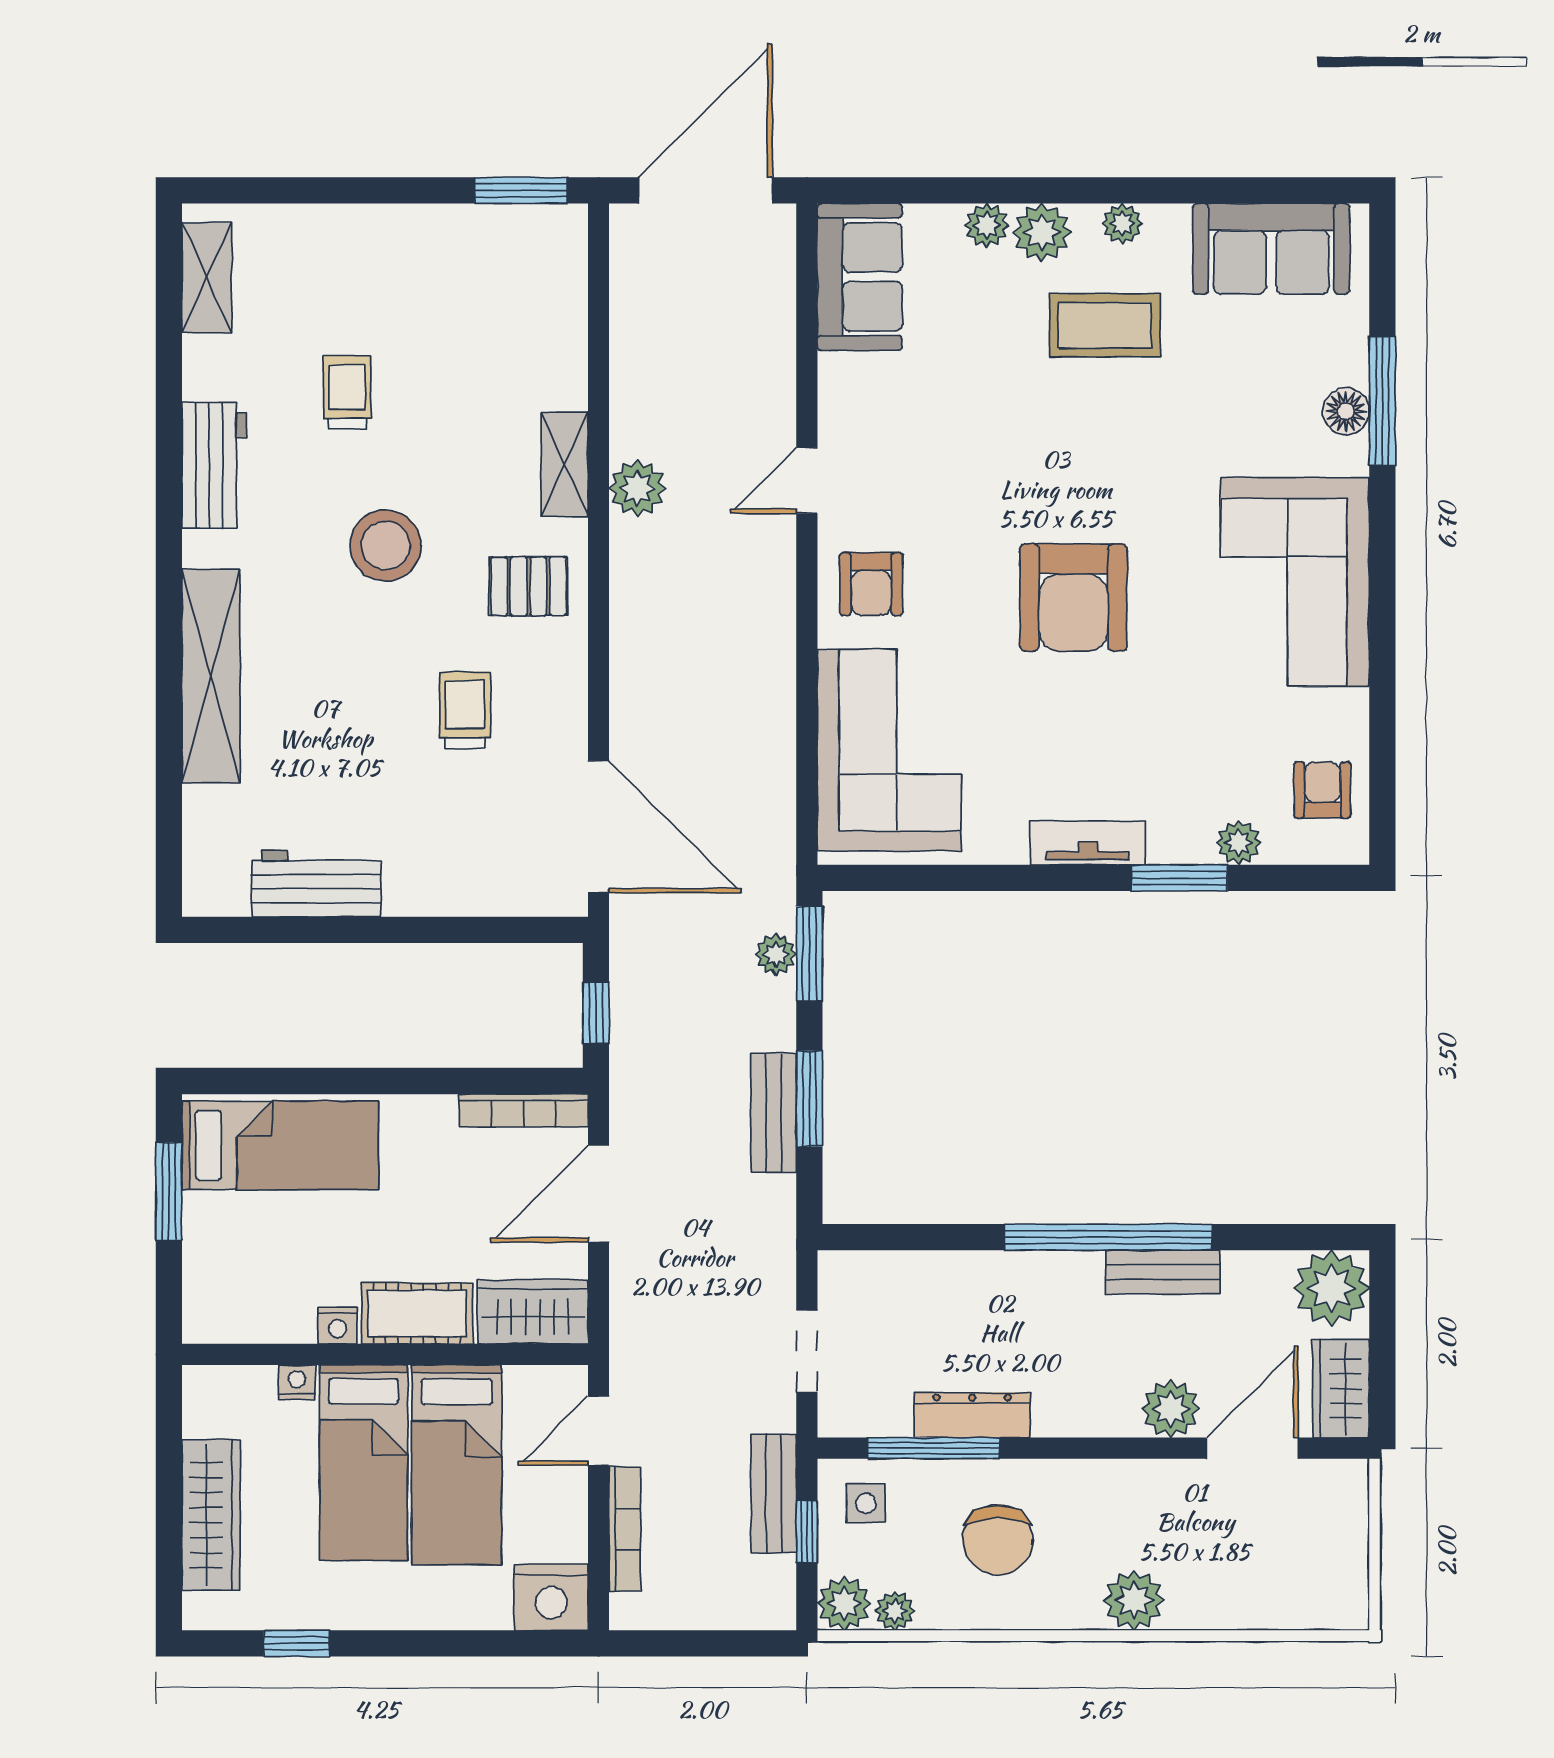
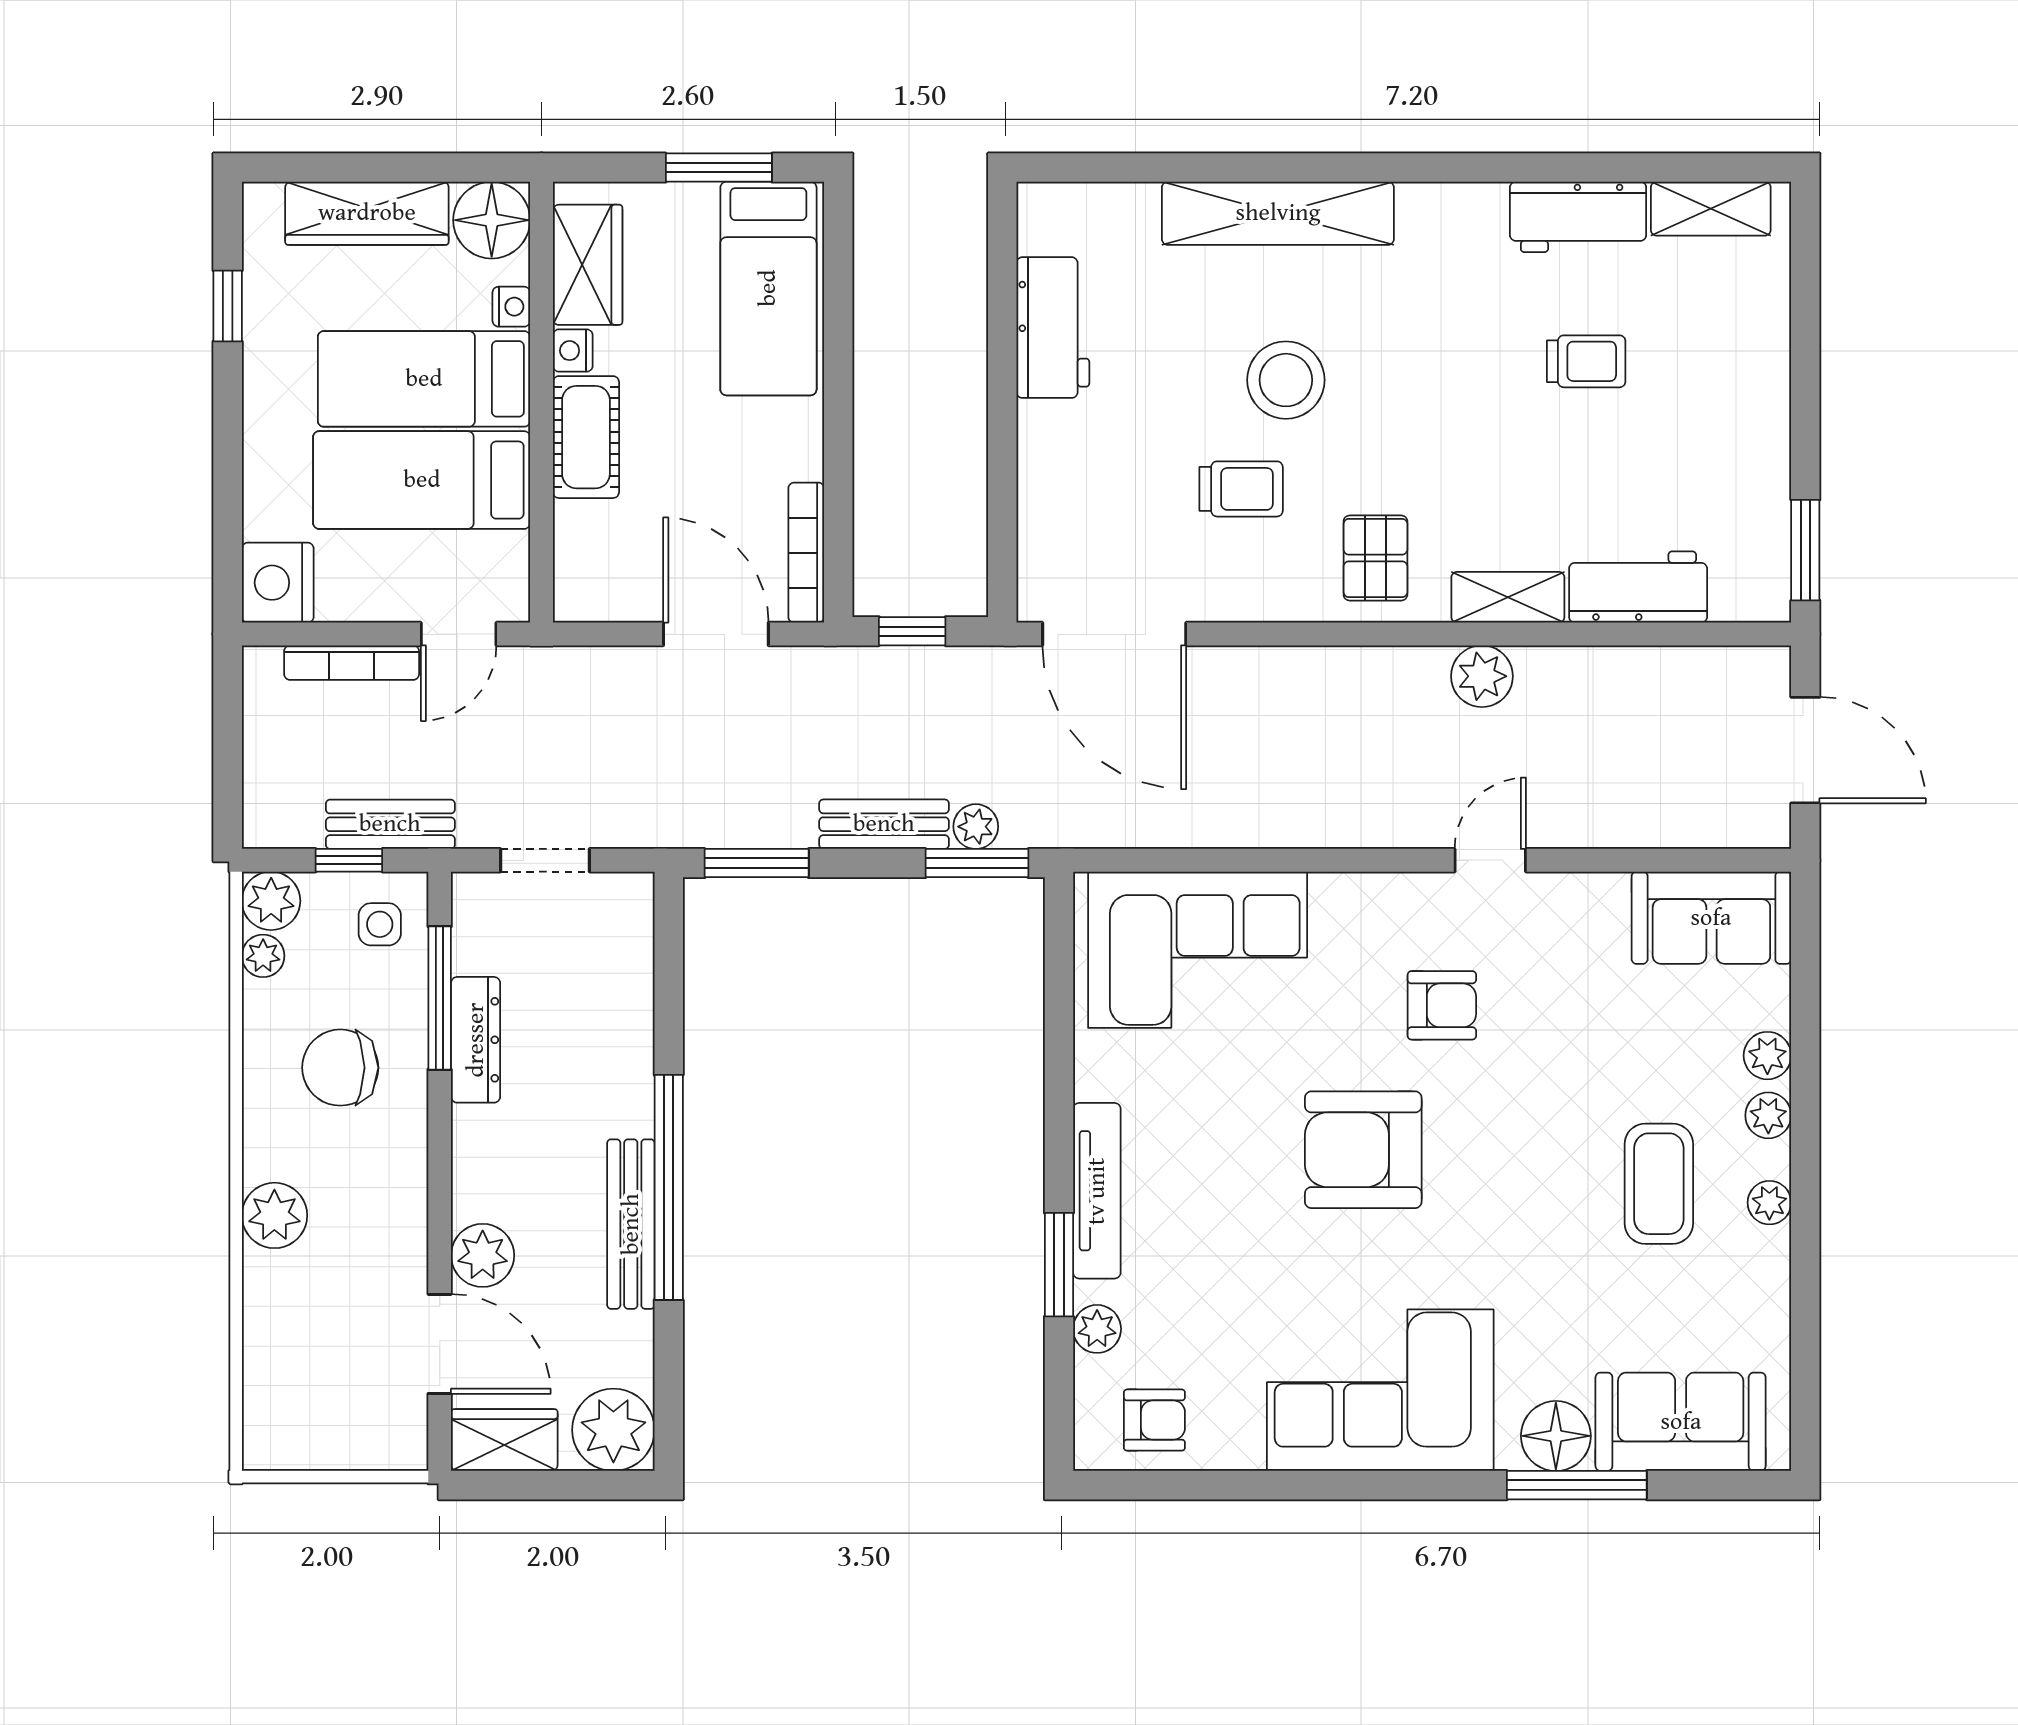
door: (705, 190) -> (1805, 750), width x0.73
plant: (1042, 232) -> (1768, 1115), width x0.73, depth x0.73
sofa: (1271, 249) -> (1681, 1422), moved, turned 90
workbench: (555, 344) -> (1638, 587), added
floor lamp: (1346, 411) -> (1556, 1436), width x1.38, depth x1.38
workbench: (214, 465) -> (1578, 217), moved
door: (807, 481) -> (1490, 860), hinge flipped
stool: (386, 545) -> (1286, 380), moved
armchair: (871, 584) -> (1442, 1005), moved, turned 180
door: (599, 827) -> (1114, 634), hinge flipped
tv unit: (1088, 843) -> (1097, 1191), width x1.41
window: (809, 1099) -> (757, 863), moved
bench: (774, 1113) -> (884, 824), moved
bench: (1163, 1272) -> (631, 1224), width x1.36
wardrobe: (533, 1312) -> (588, 265), moved
floor lamp: (217, 1400) -> (492, 220), added
door: (599, 1431) -> (459, 634), swing flipped

